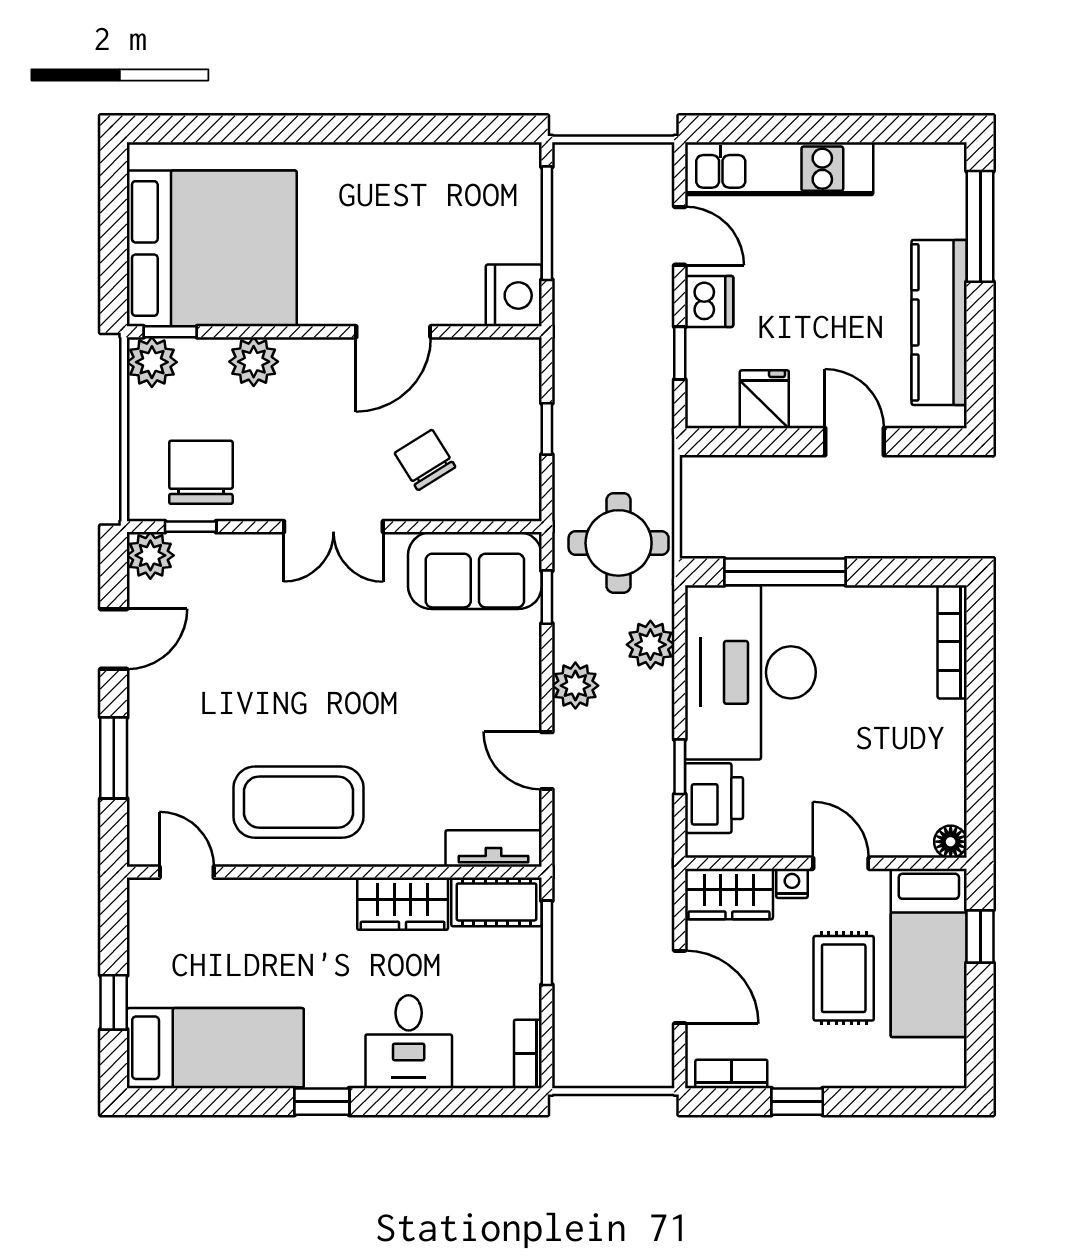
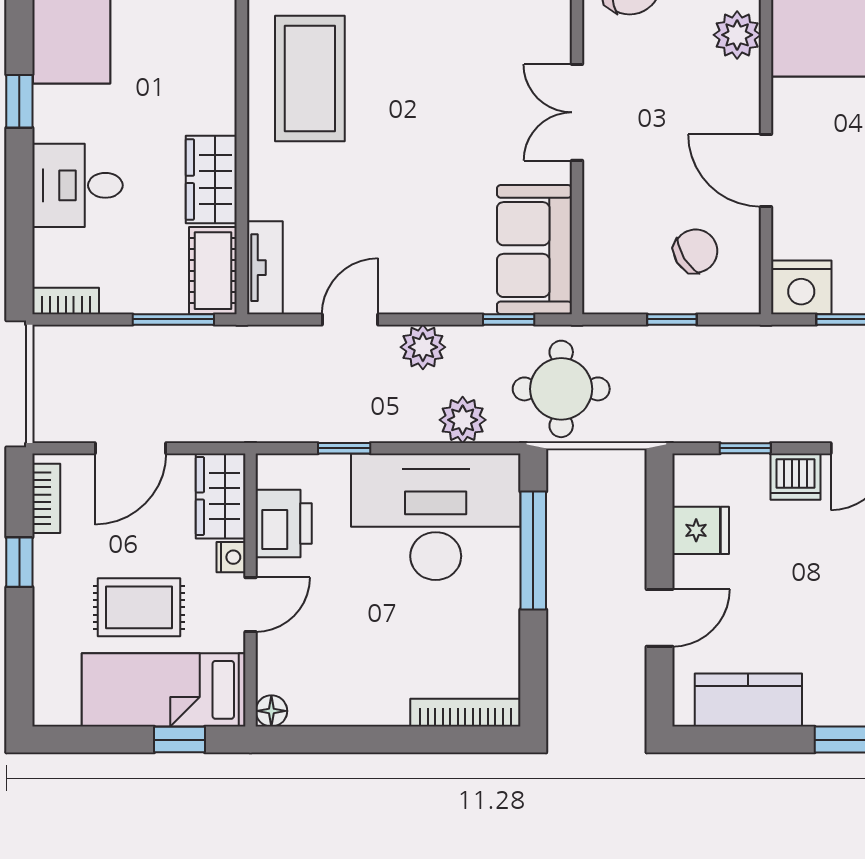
kitchen counter: (939, 322) -> (748, 700), width x0.67
chair: (425, 460) -> (696, 251), moved
printer: (714, 798) -> (284, 523), moved, turned -90

